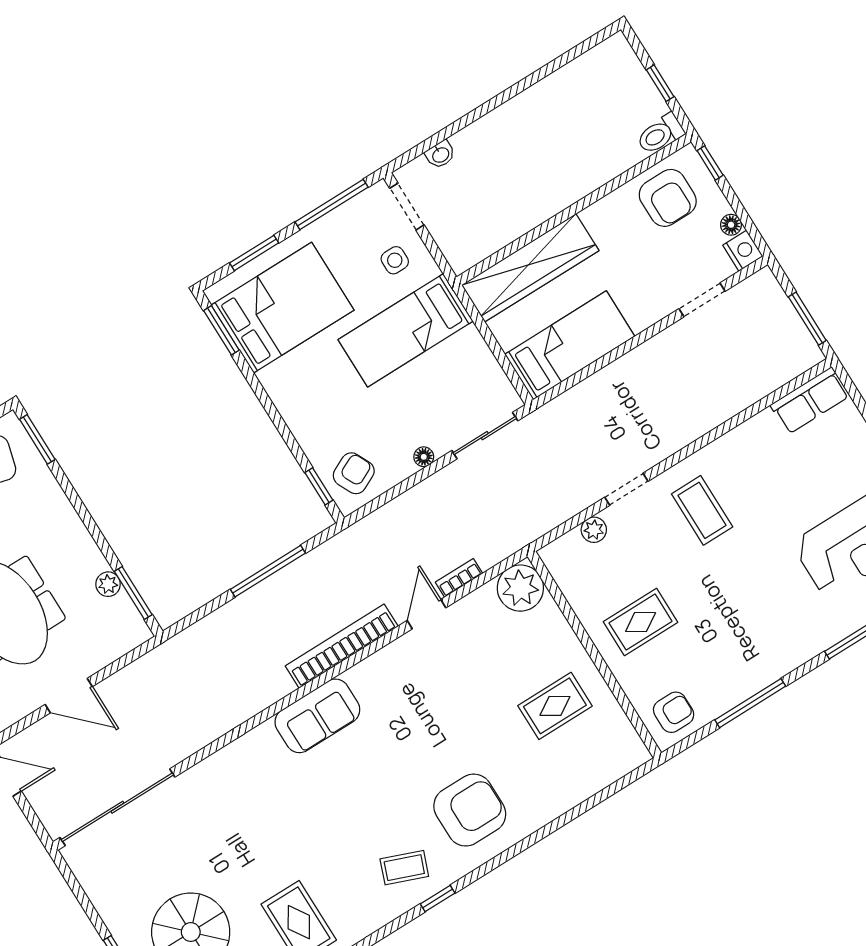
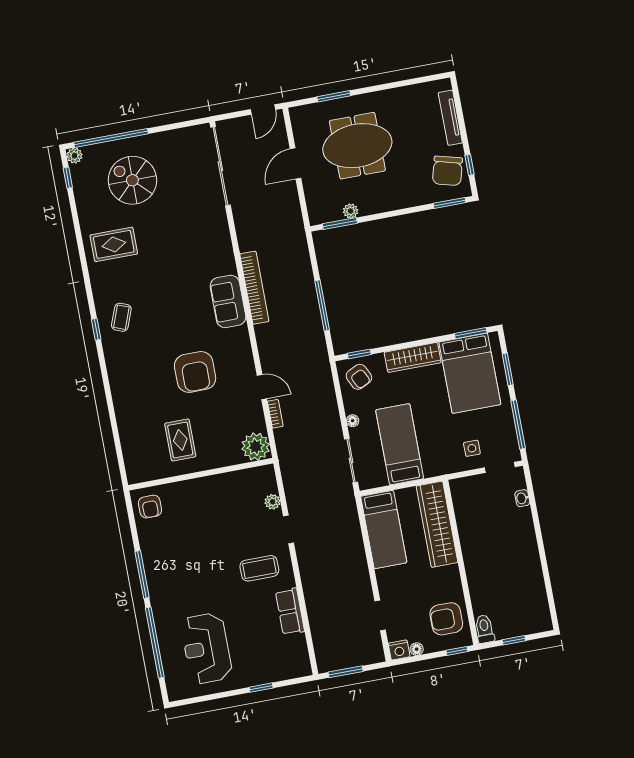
bed: (406, 330) -> (400, 444), moved
row of seats: (810, 401) -> (290, 611), moved
wardrobe: (292, 403) -> (413, 357), added
rug: (641, 622) -> (209, 508), removed
bookcase: (342, 646) -> (254, 288), moved
window: (750, 703) -> (142, 575), moved
armchair: (470, 810) -> (195, 372), moved

